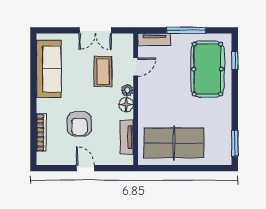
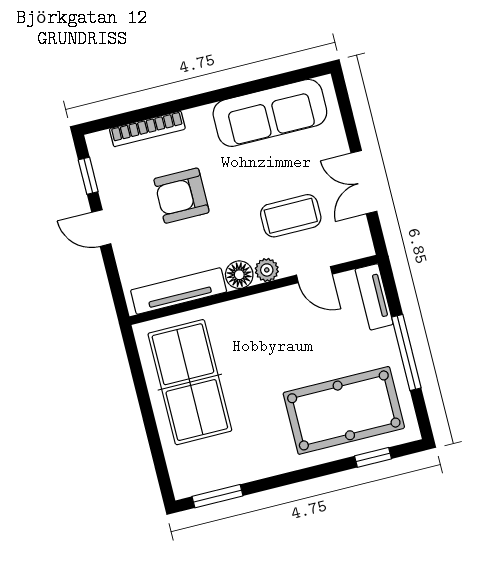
tv unit: (127, 137) -> (179, 291), width x1.41
window: (58, 168) -> (88, 176), added
door: (85, 168) -> (101, 228), swing flipped

